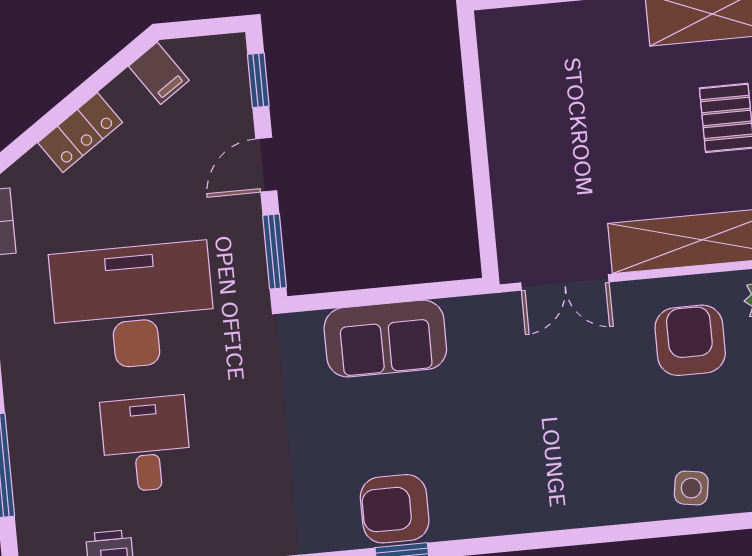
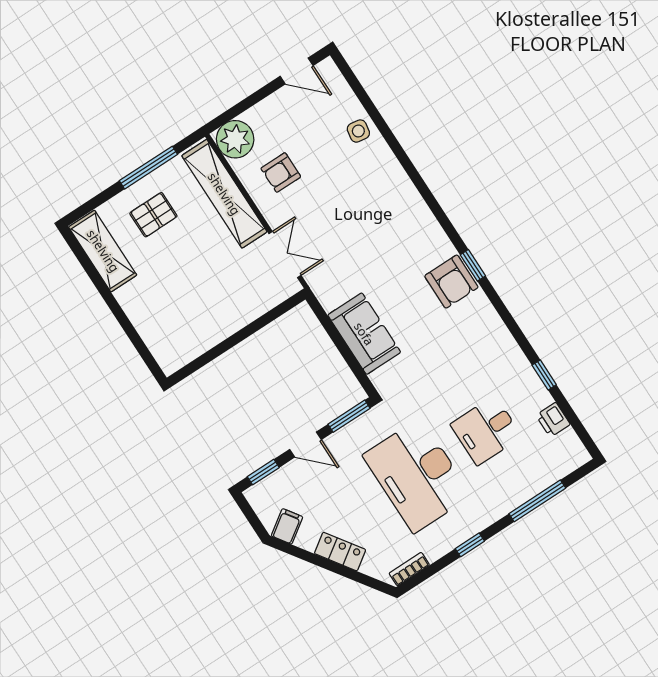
armchair: (690, 340) -> (281, 172), width x0.72, depth x0.72

